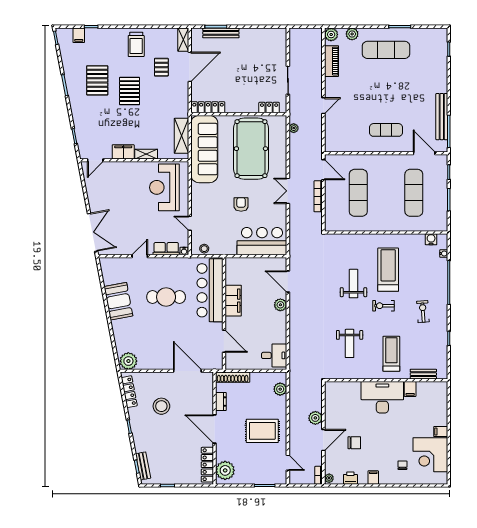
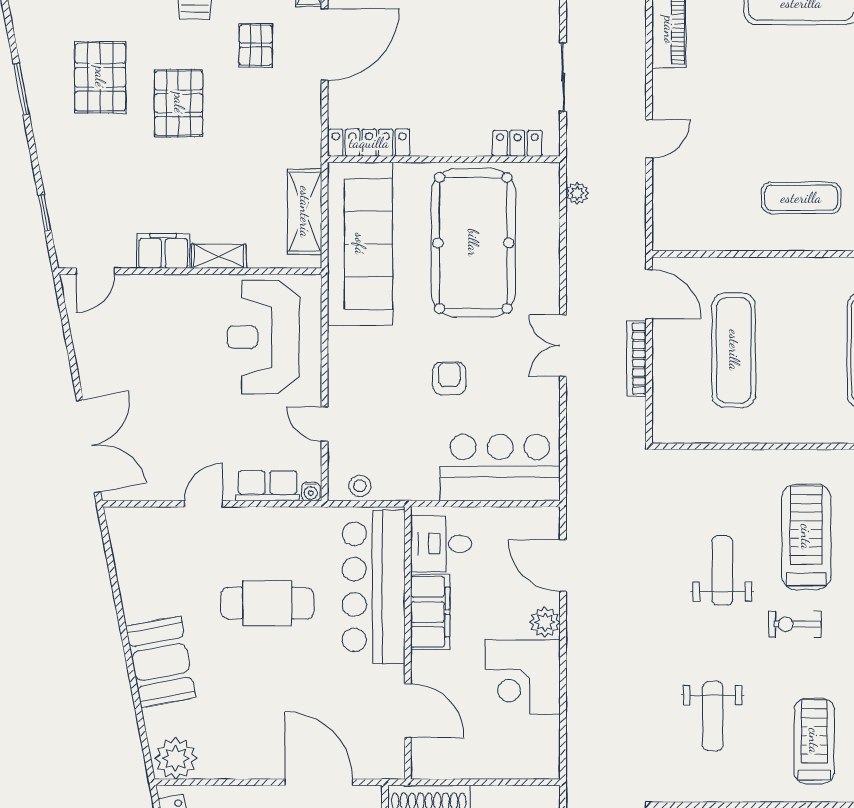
booth: (118, 301) -> (161, 662), moved
corner desk: (271, 327) -> (523, 677), added
desk: (274, 355) -> (441, 544), moved, turned 180

